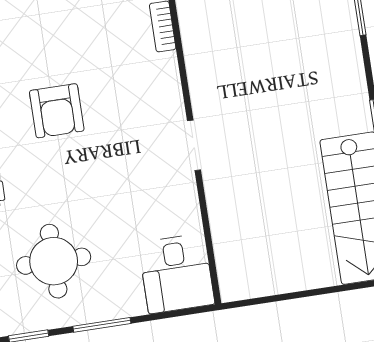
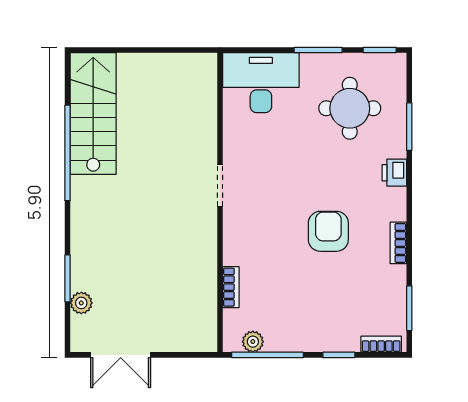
desk: (176, 274) -> (261, 83), width x1.37

